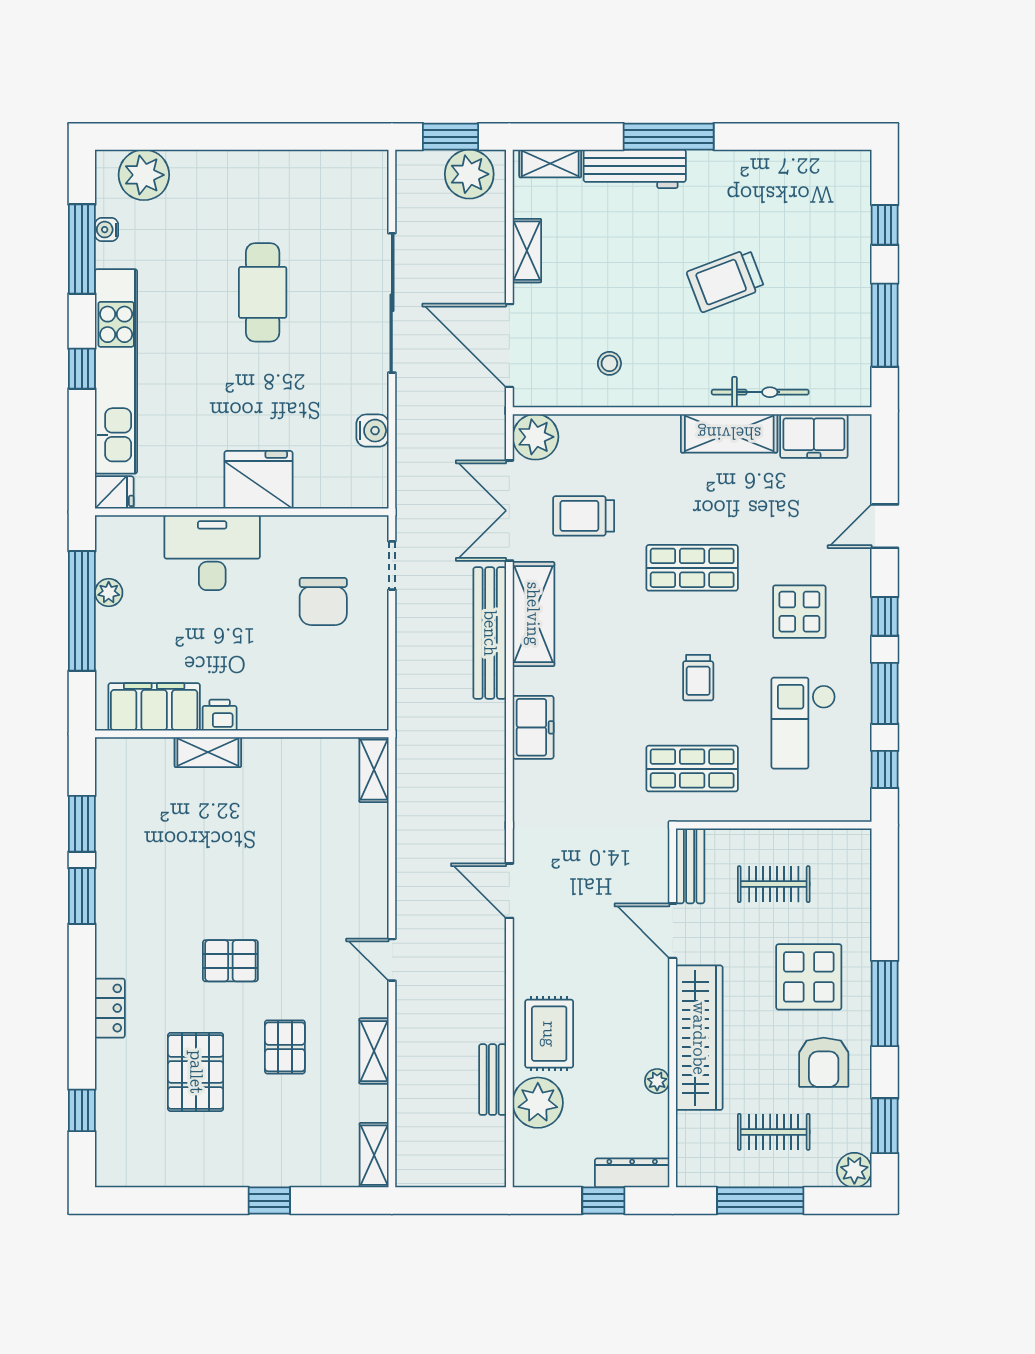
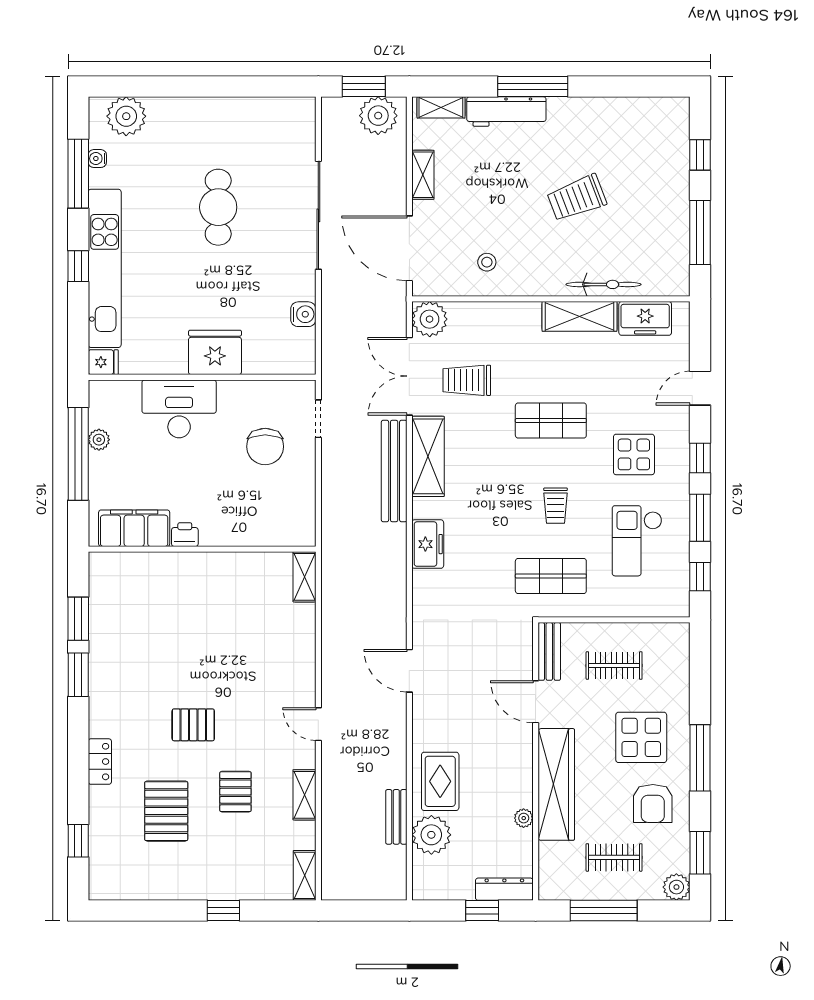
shelving: (208, 752) -> (176, 563), removed

